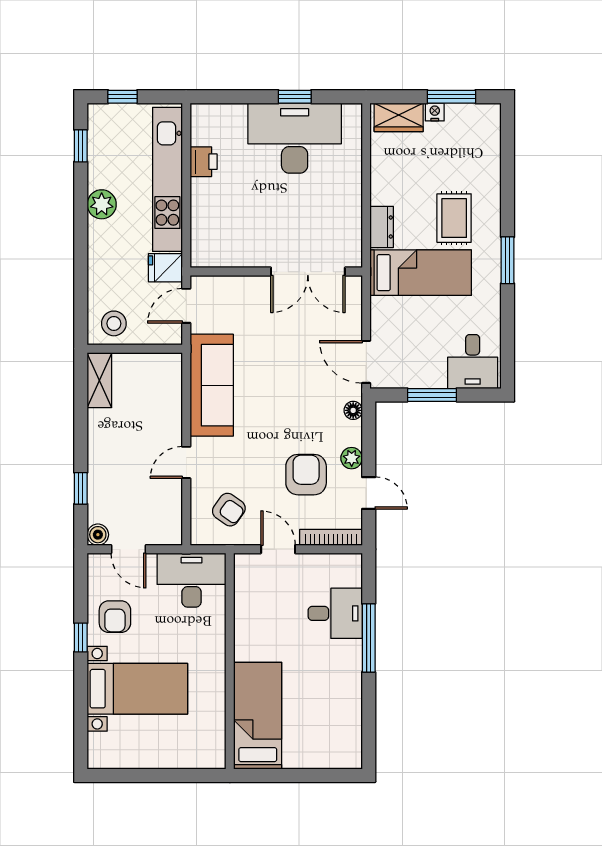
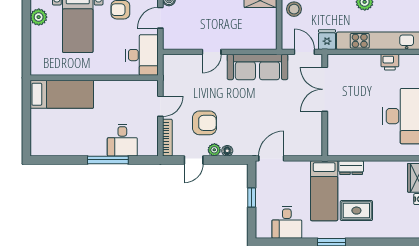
double door: (308, 272) -> (325, 89), moved
desk: (473, 362) -> (287, 222), moved, turned -90
window: (432, 395) -> (252, 197), width x0.67
floor lamp: (353, 410) -> (227, 151), moved
door: (186, 462) -> (212, 52), swing flipped
armchair: (229, 510) -> (184, 77), removed
plant: (127, 755) -> (39, 17), added

